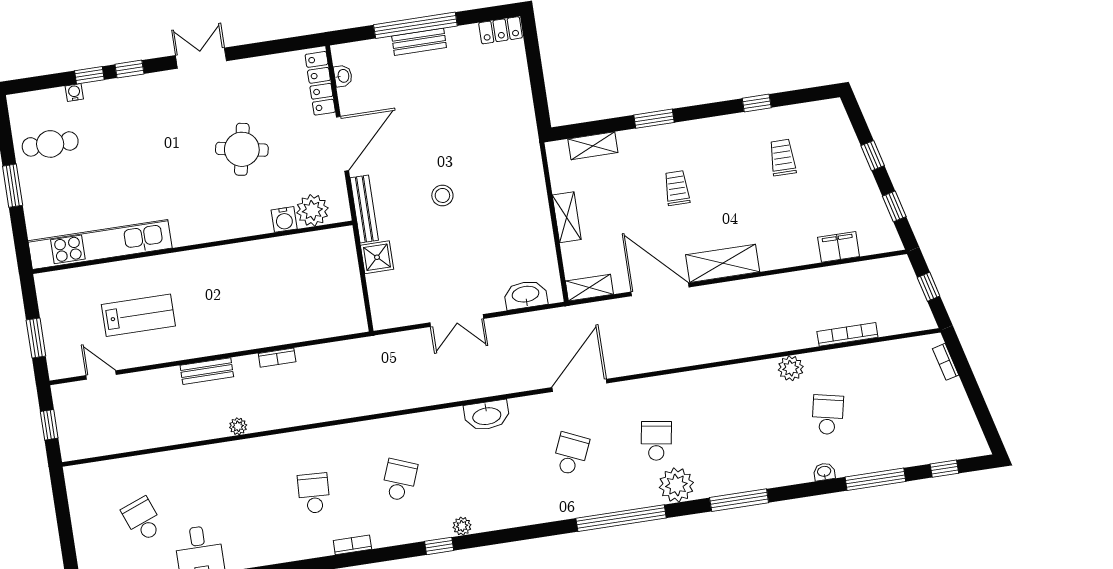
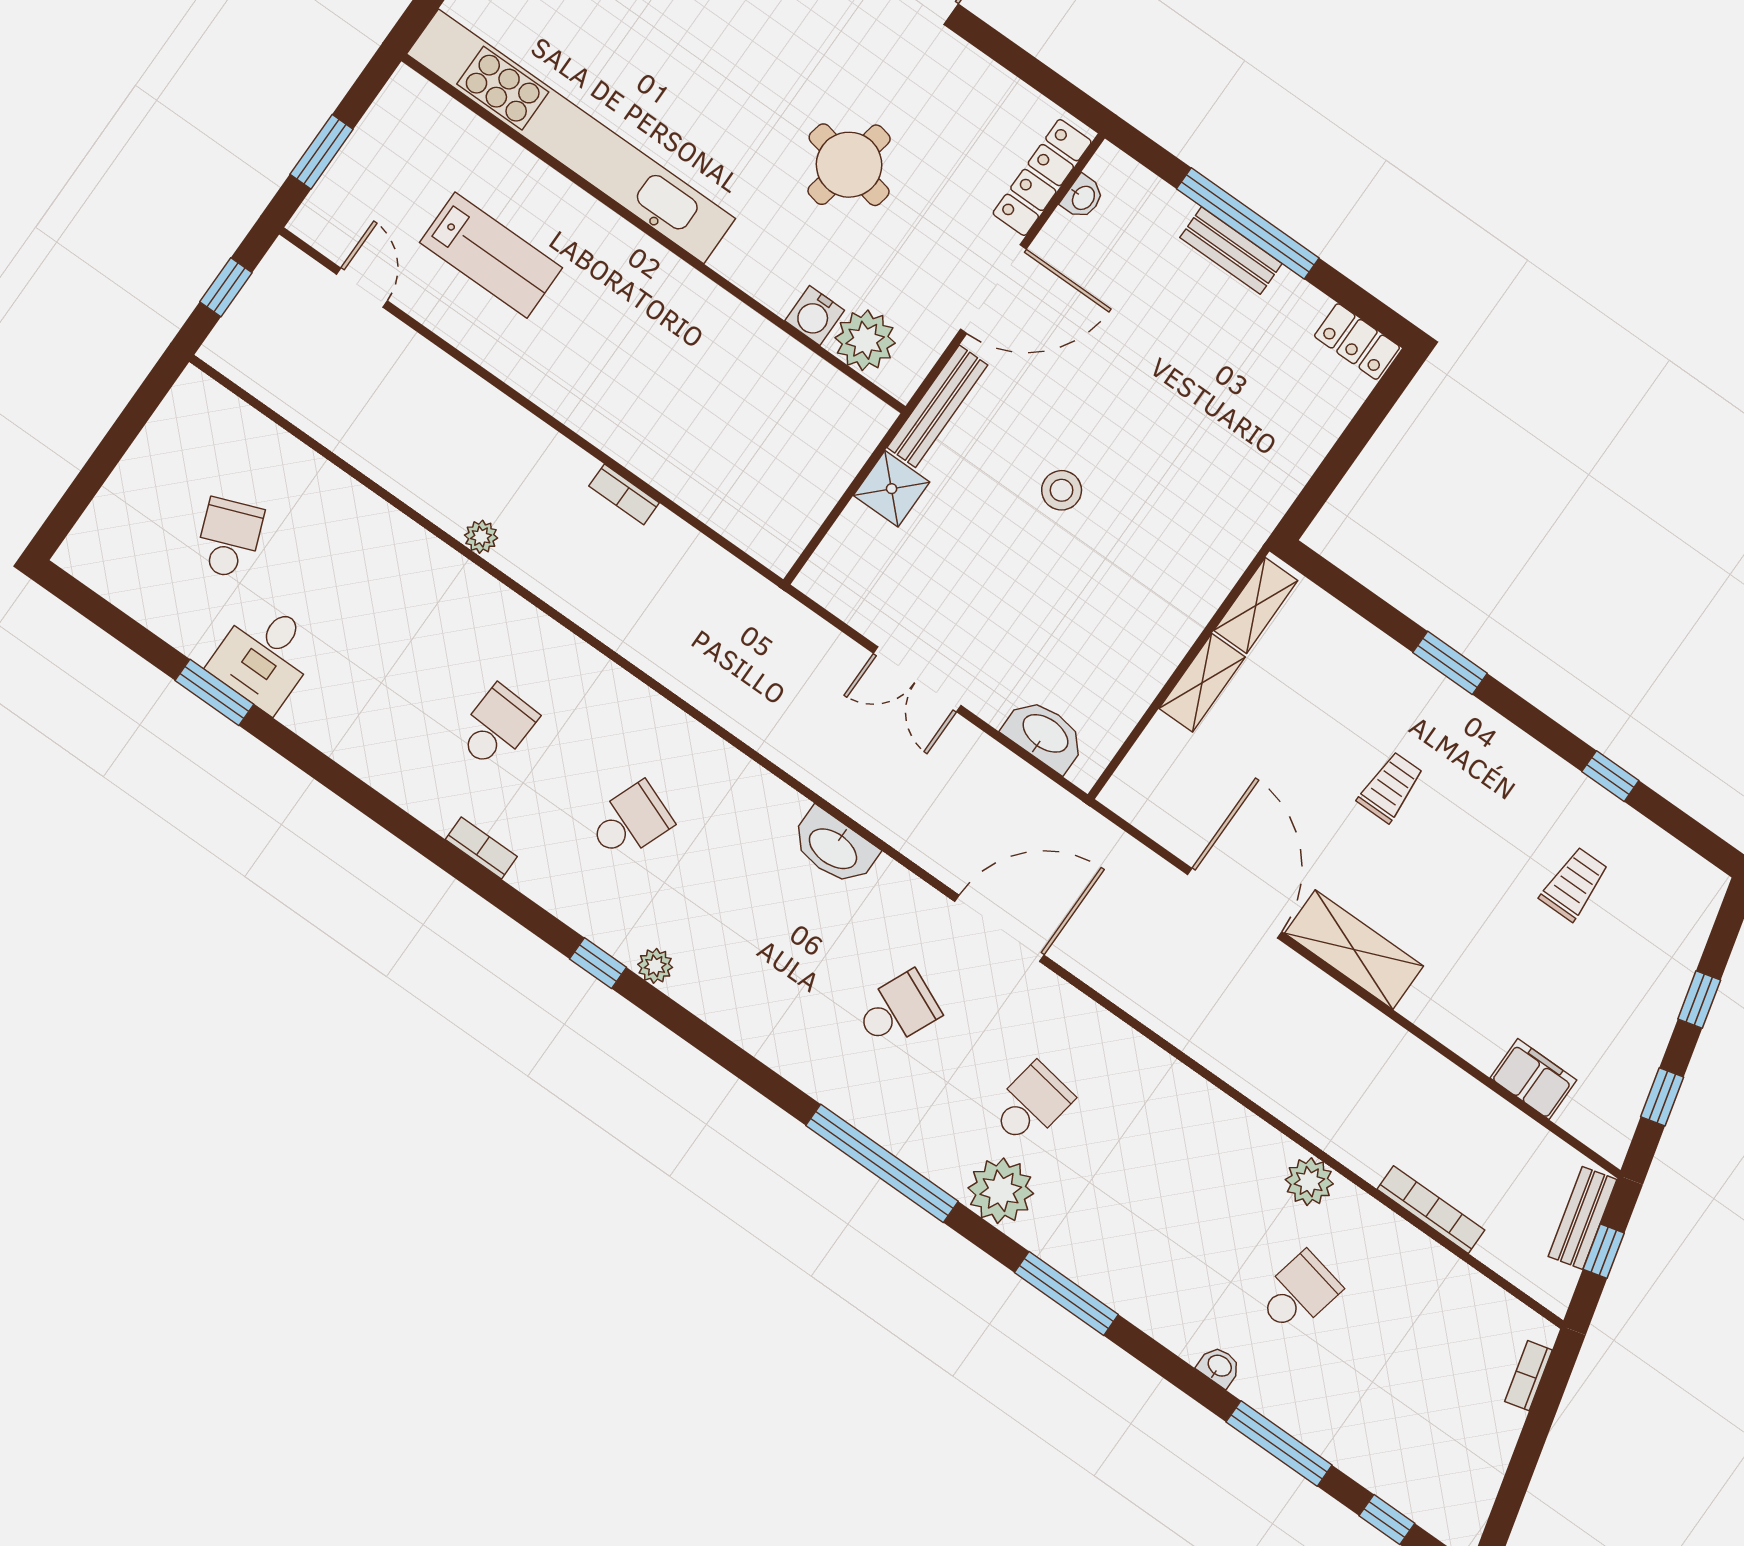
shelving: (593, 146) -> (1256, 606), moved, turned 90
kitchen unit: (100, 244) -> (571, 136), width x1.36
shelving: (589, 288) -> (1141, 808), removed
bench: (207, 371) -> (1583, 1218), moved, turned 76

